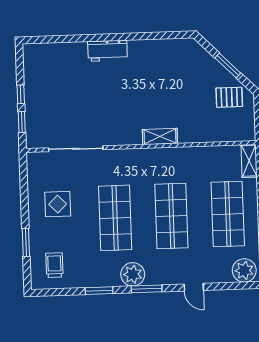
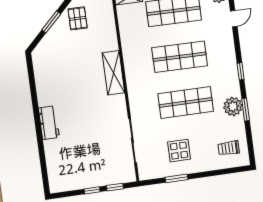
shelving: (160, 136) -> (113, 73), width x1.50, depth x1.33
window: (26, 242) -> (177, 178), moved
plant: (133, 274) -> (233, 106), moved
door: (194, 287) -> (234, 19), moved
window: (147, 289) -> (241, 71), width x0.67

